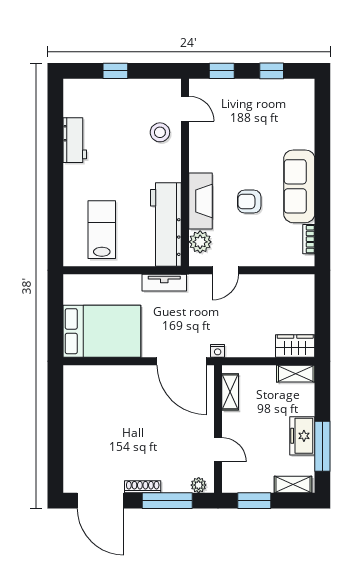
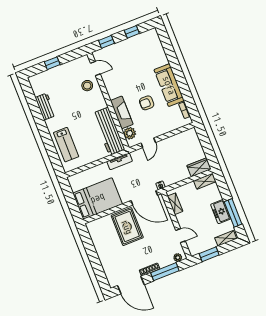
lab bench: (102, 230) -> (66, 145), moved, turned 180
rug: (133, 399) -> (127, 227), added

